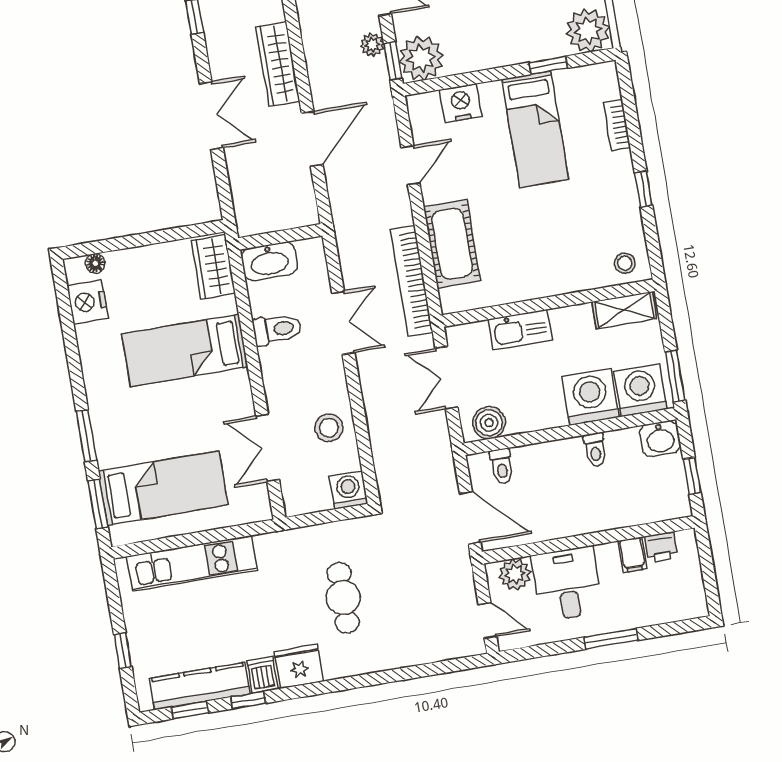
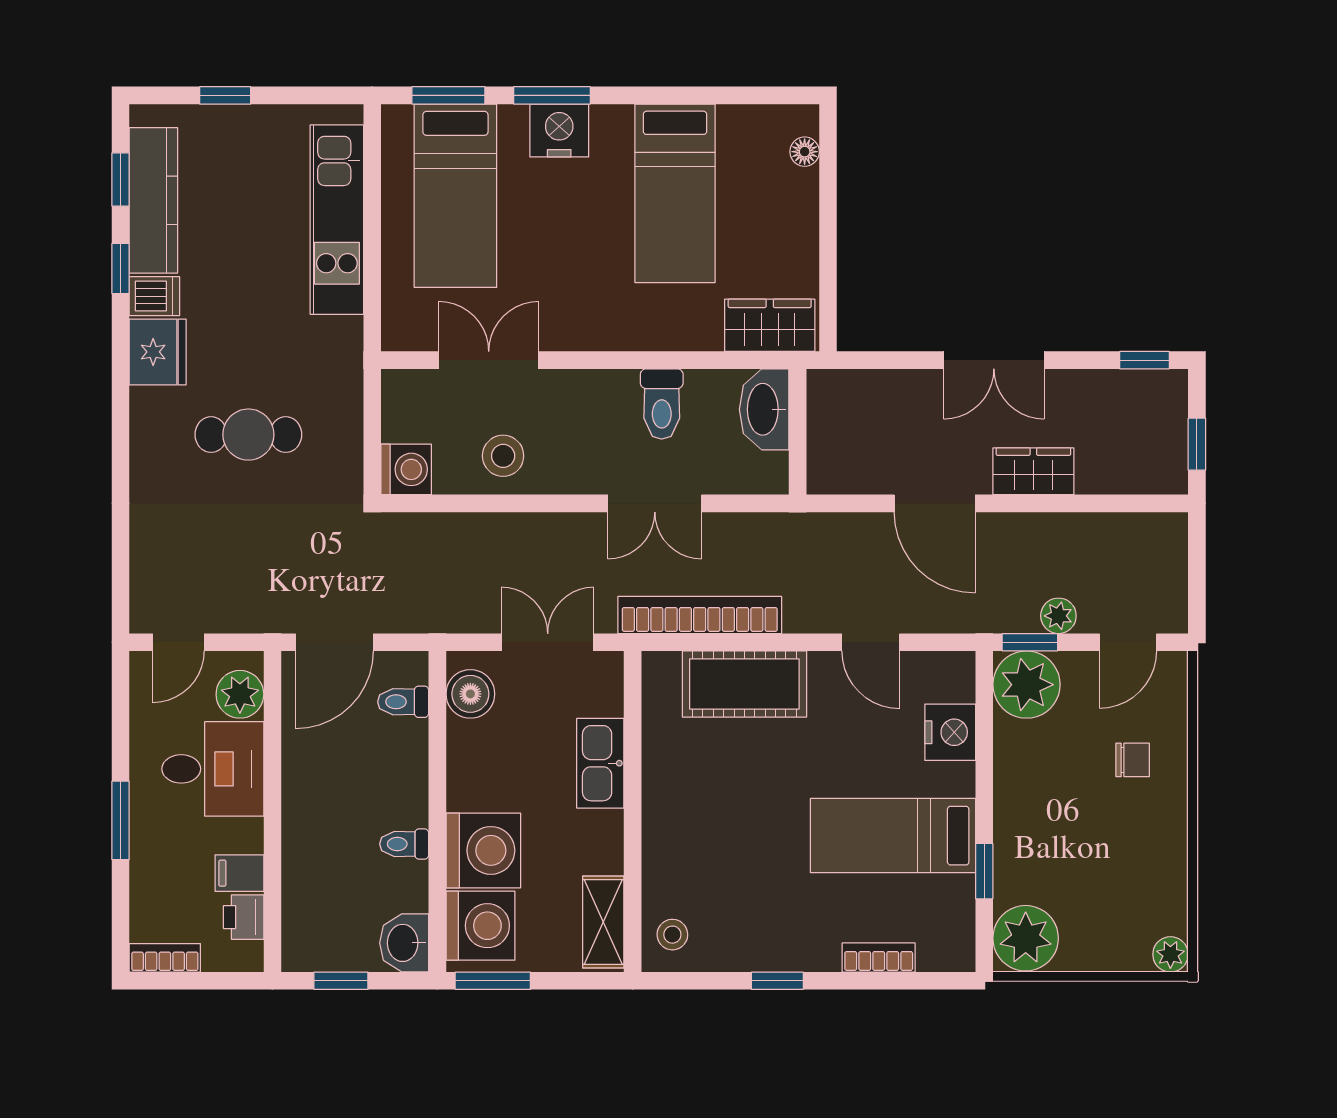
wardrobe: (278, 64) -> (1033, 471), width x0.67
nightstand: (88, 302) -> (559, 130), moved
bed: (185, 350) -> (675, 193), moved, turned 180
bookcase: (697, 594) -> (165, 958), added

